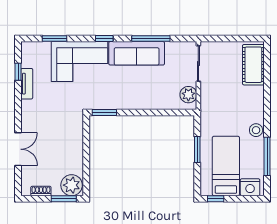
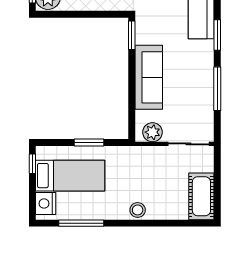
window: (104, 39) -> (217, 35), width x1.50
sofa: (137, 53) -> (149, 77), moved, turned 180
cot: (253, 65) -> (201, 196), moved, turned 90
stool: (256, 130) -> (138, 210), moved

